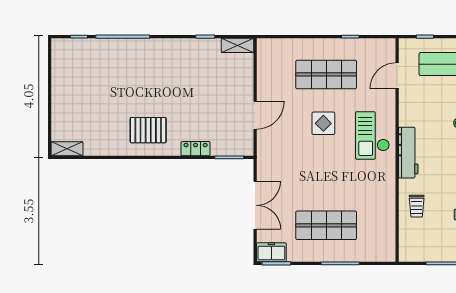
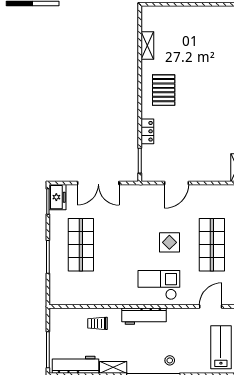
door: (397, 76) -> (211, 306), hinge flipped
door: (255, 115) -> (177, 183), hinge flipped
shelving: (67, 149) -> (147, 46), moved

